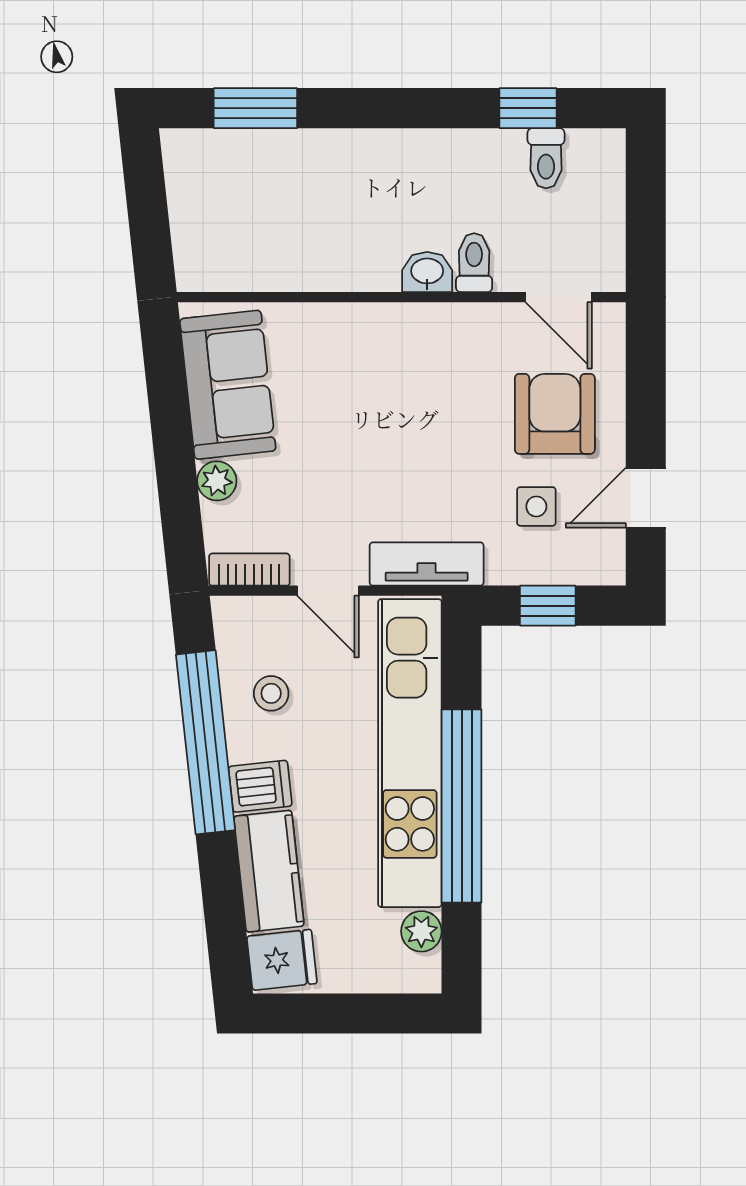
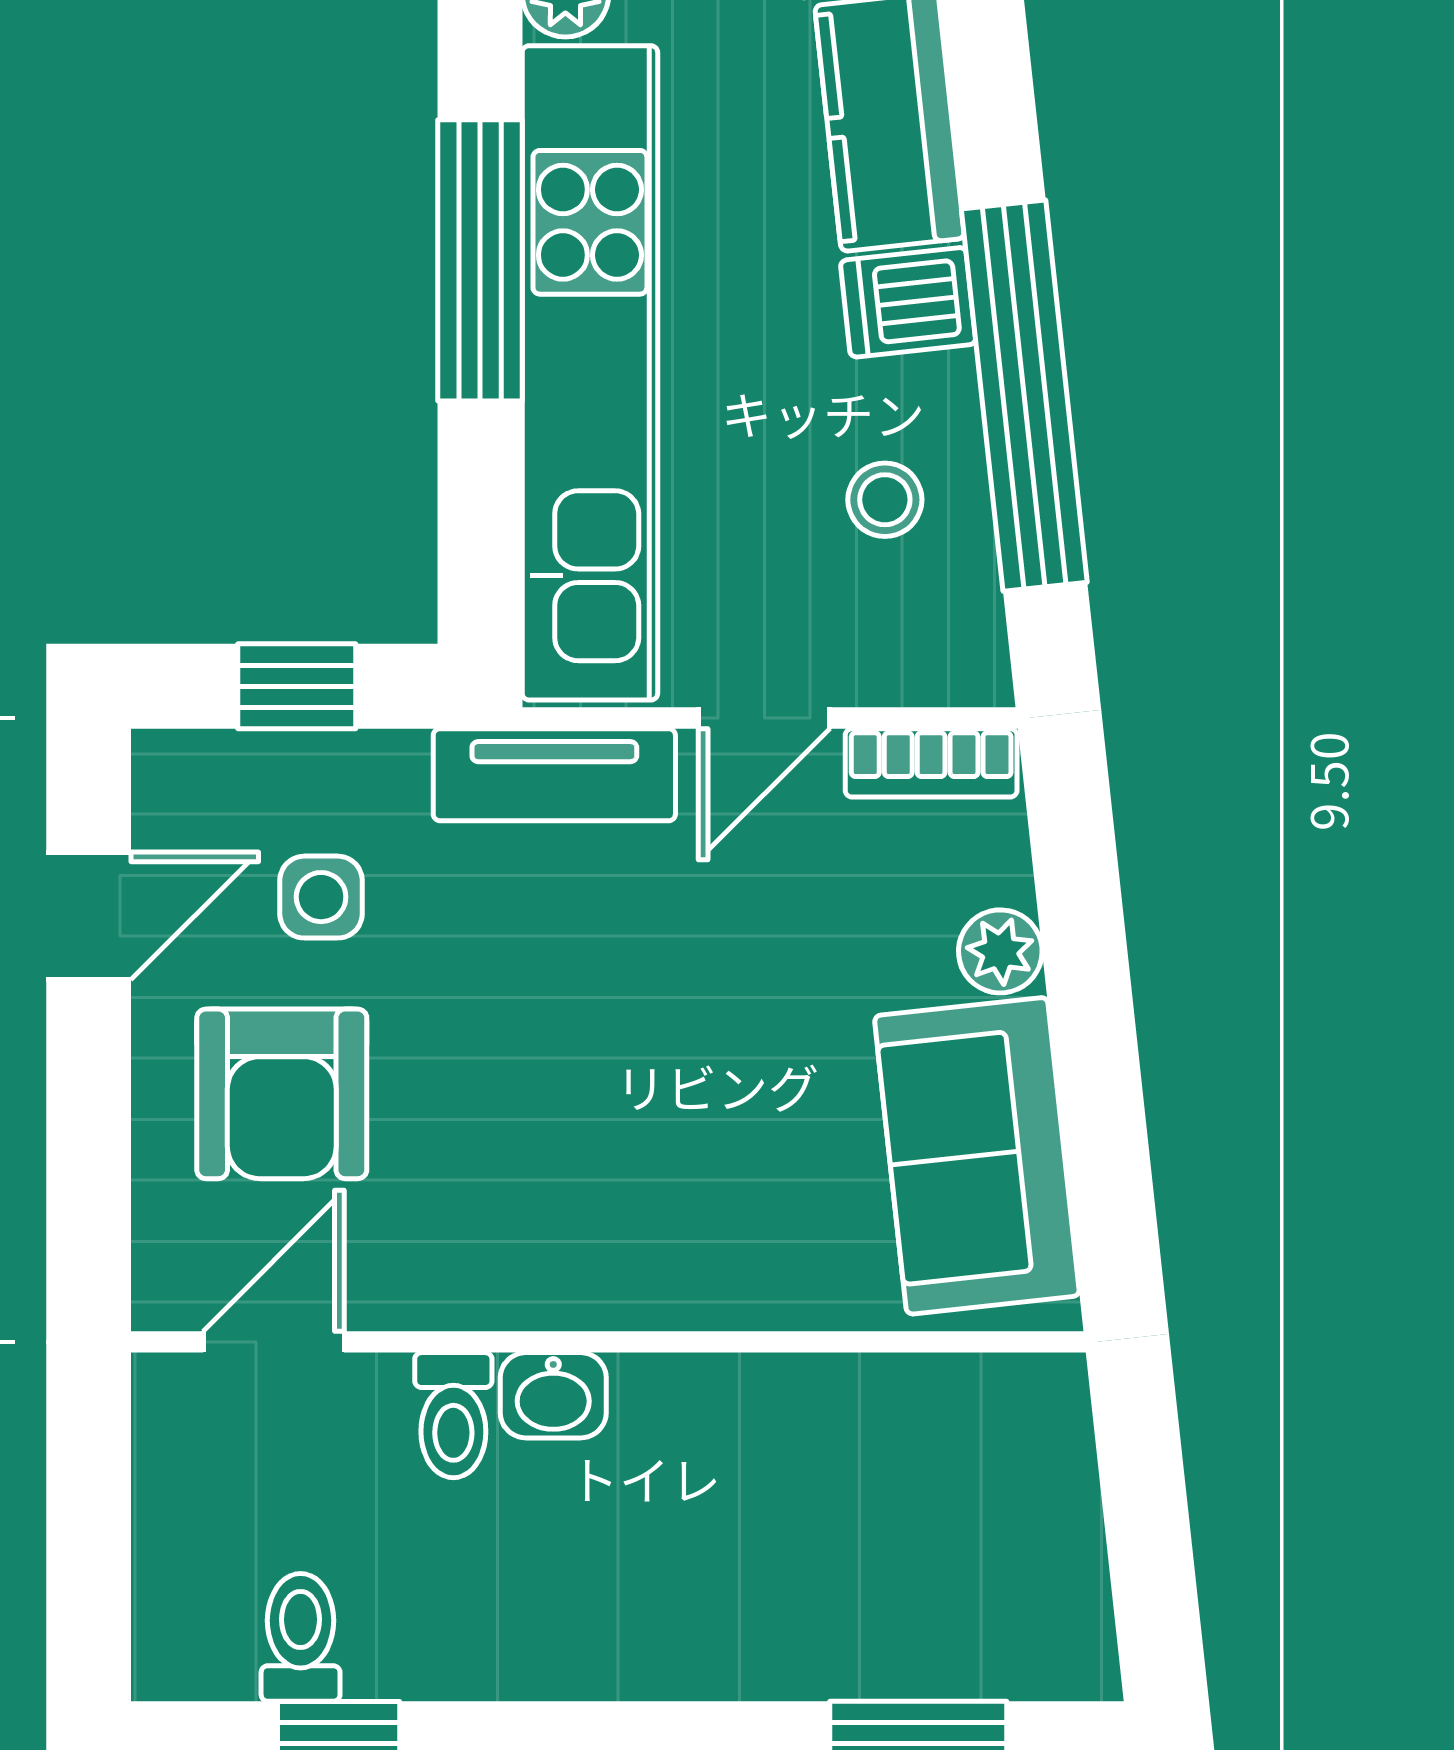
door: (559, 297) -> (274, 1342), hinge flipped
door: (328, 591) -> (764, 718), swing flipped
window: (462, 806) -> (480, 260), width x0.68

